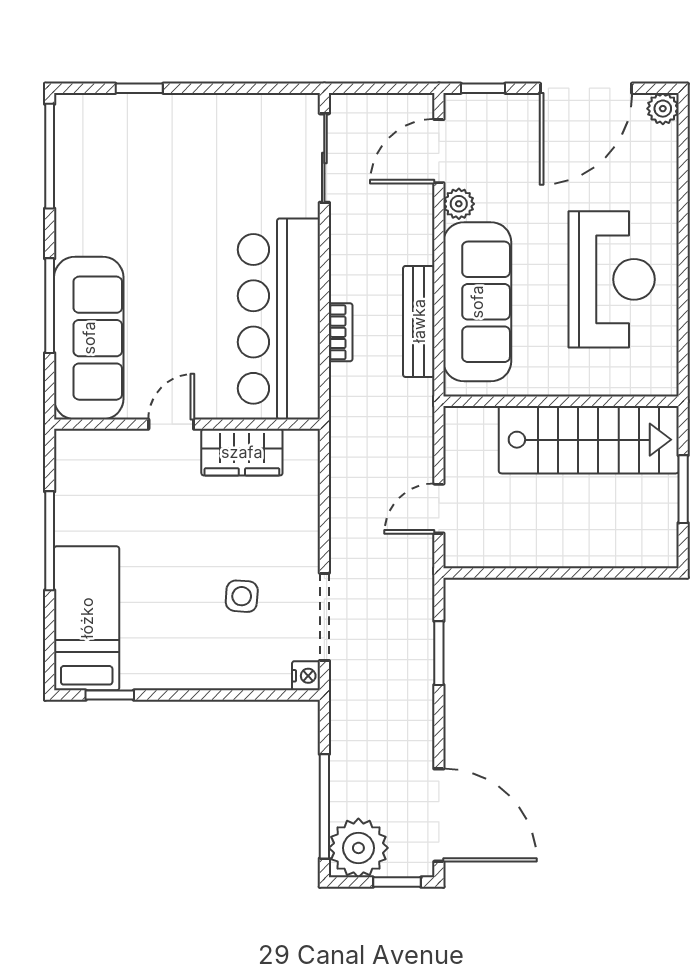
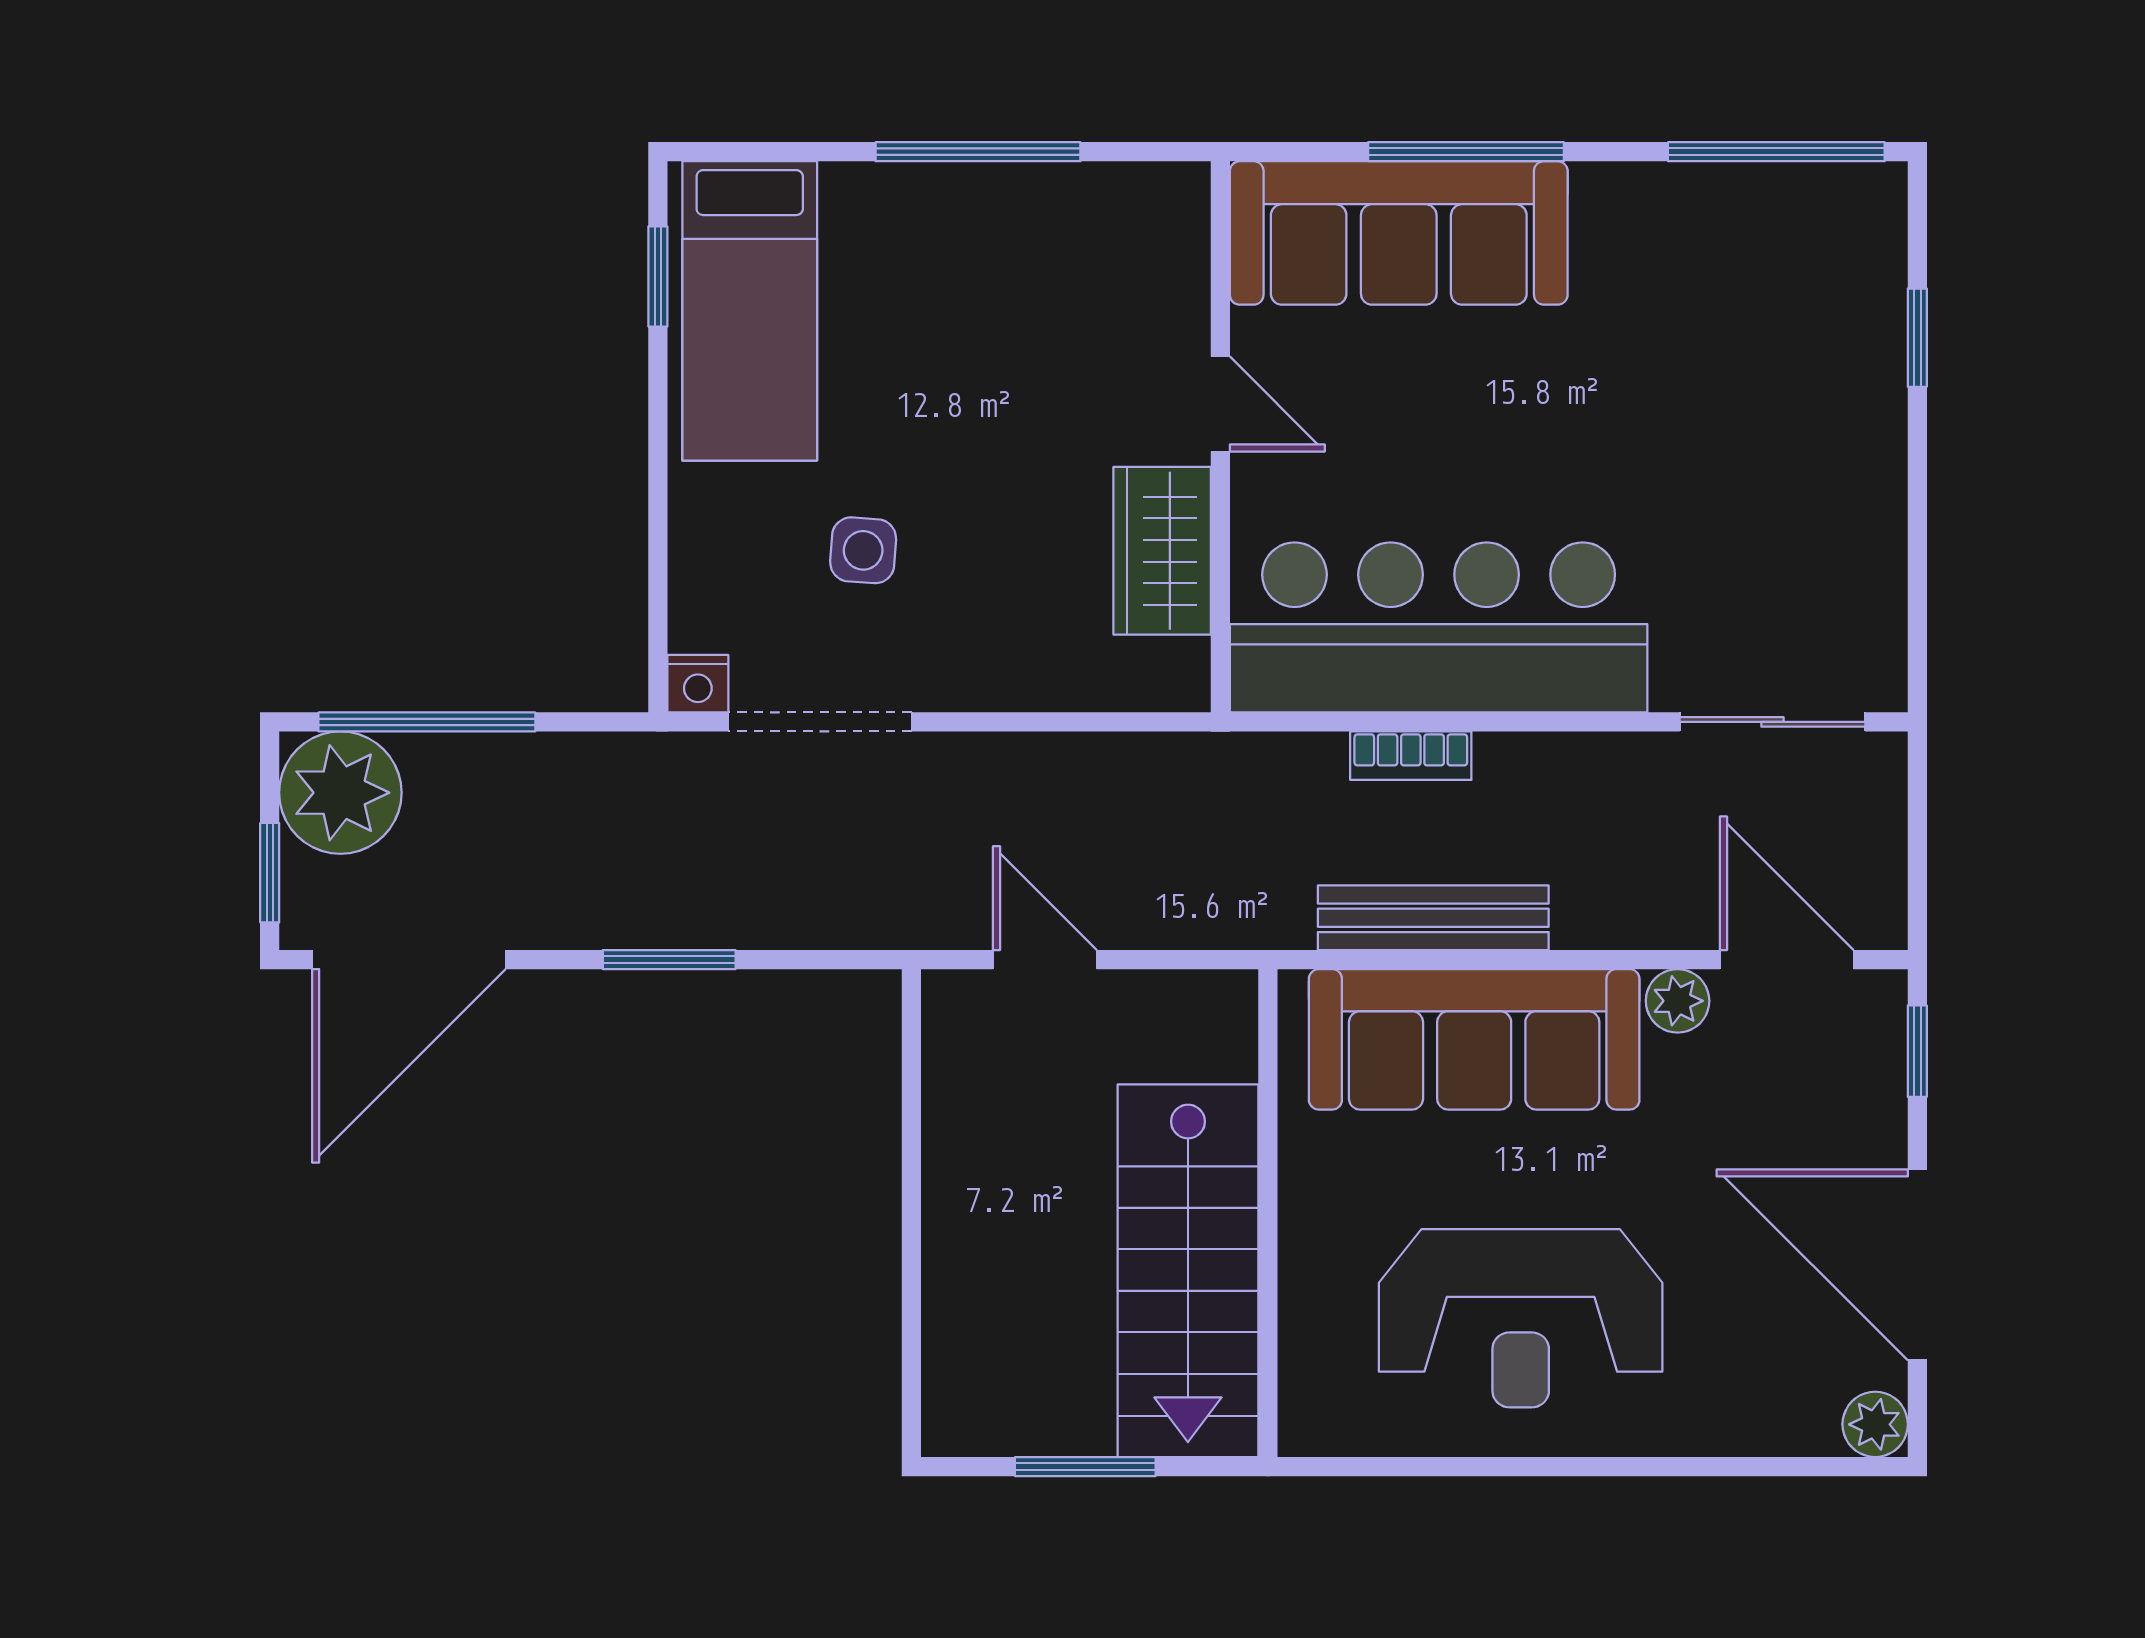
bed: (87, 618) -> (750, 311), moved, turned 90
window: (439, 653) -> (669, 960), moved

